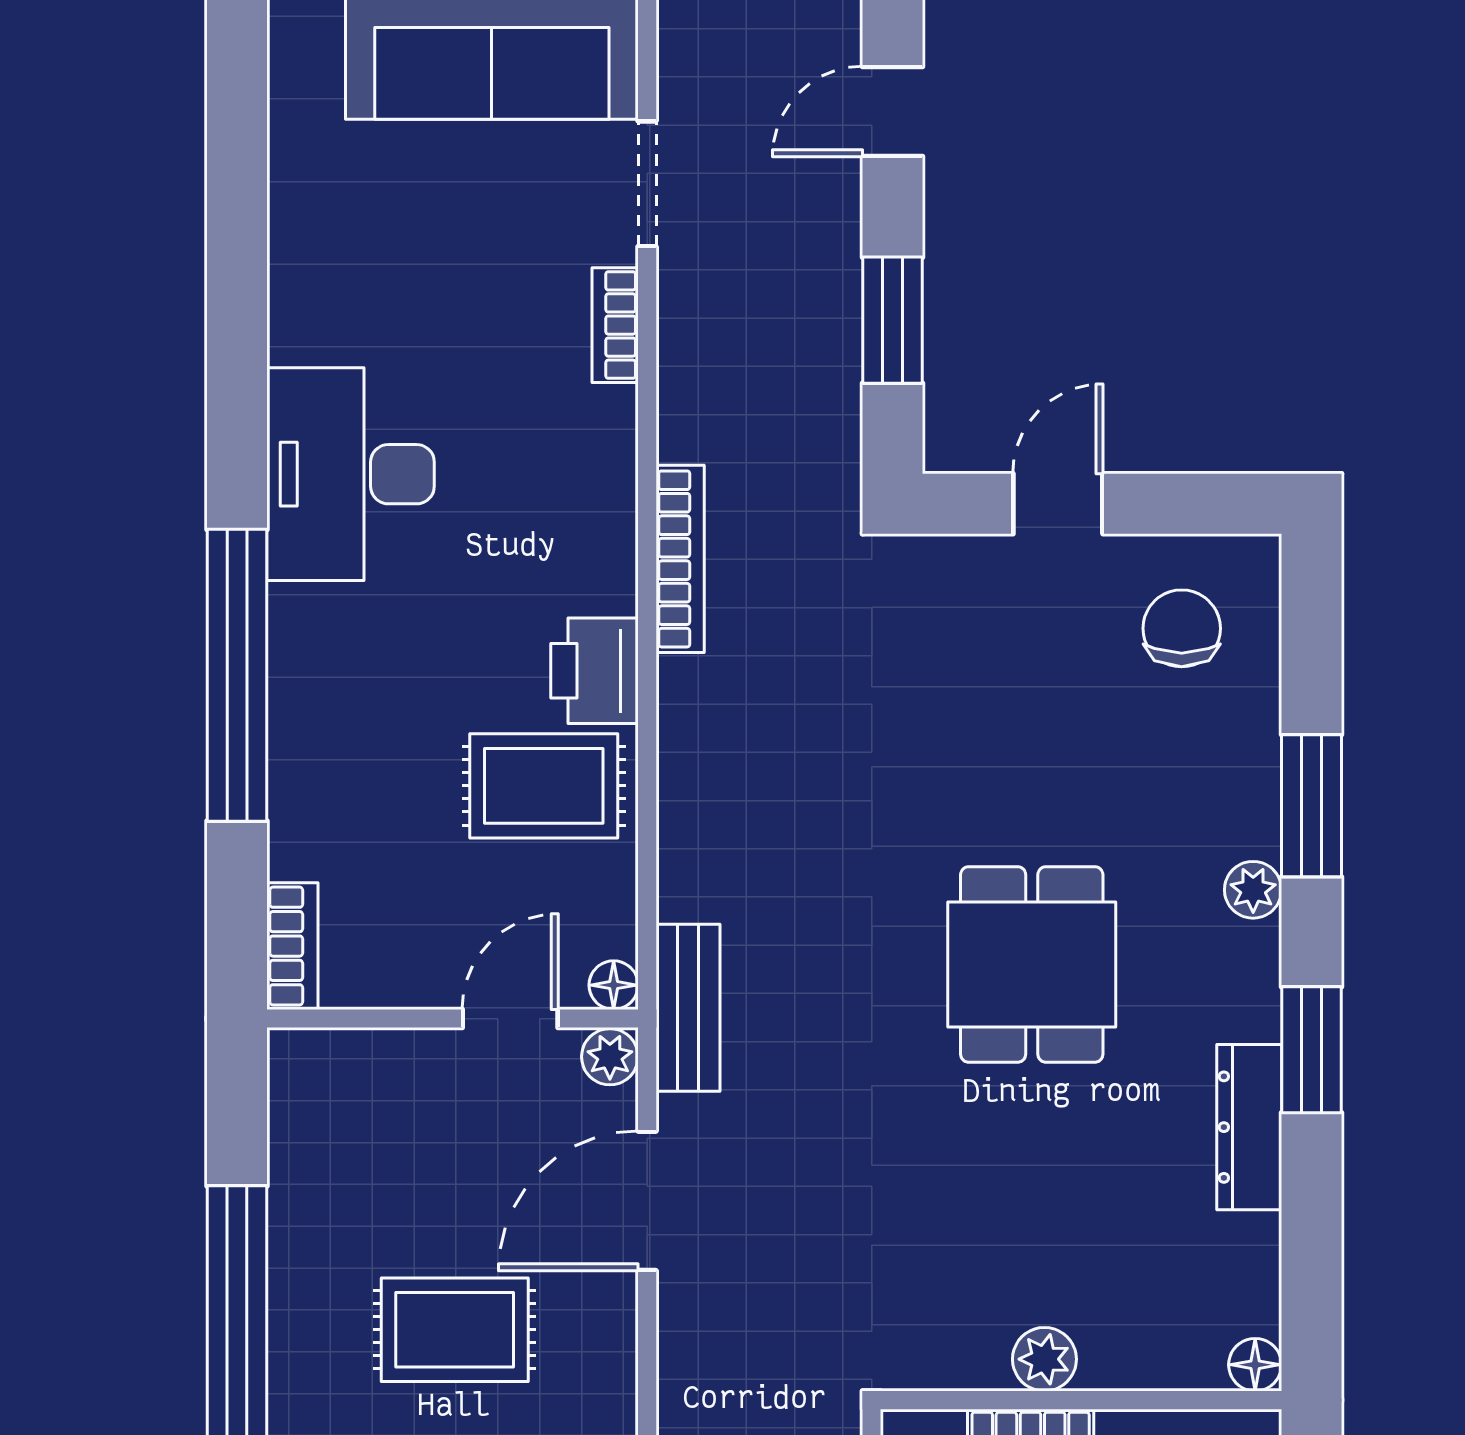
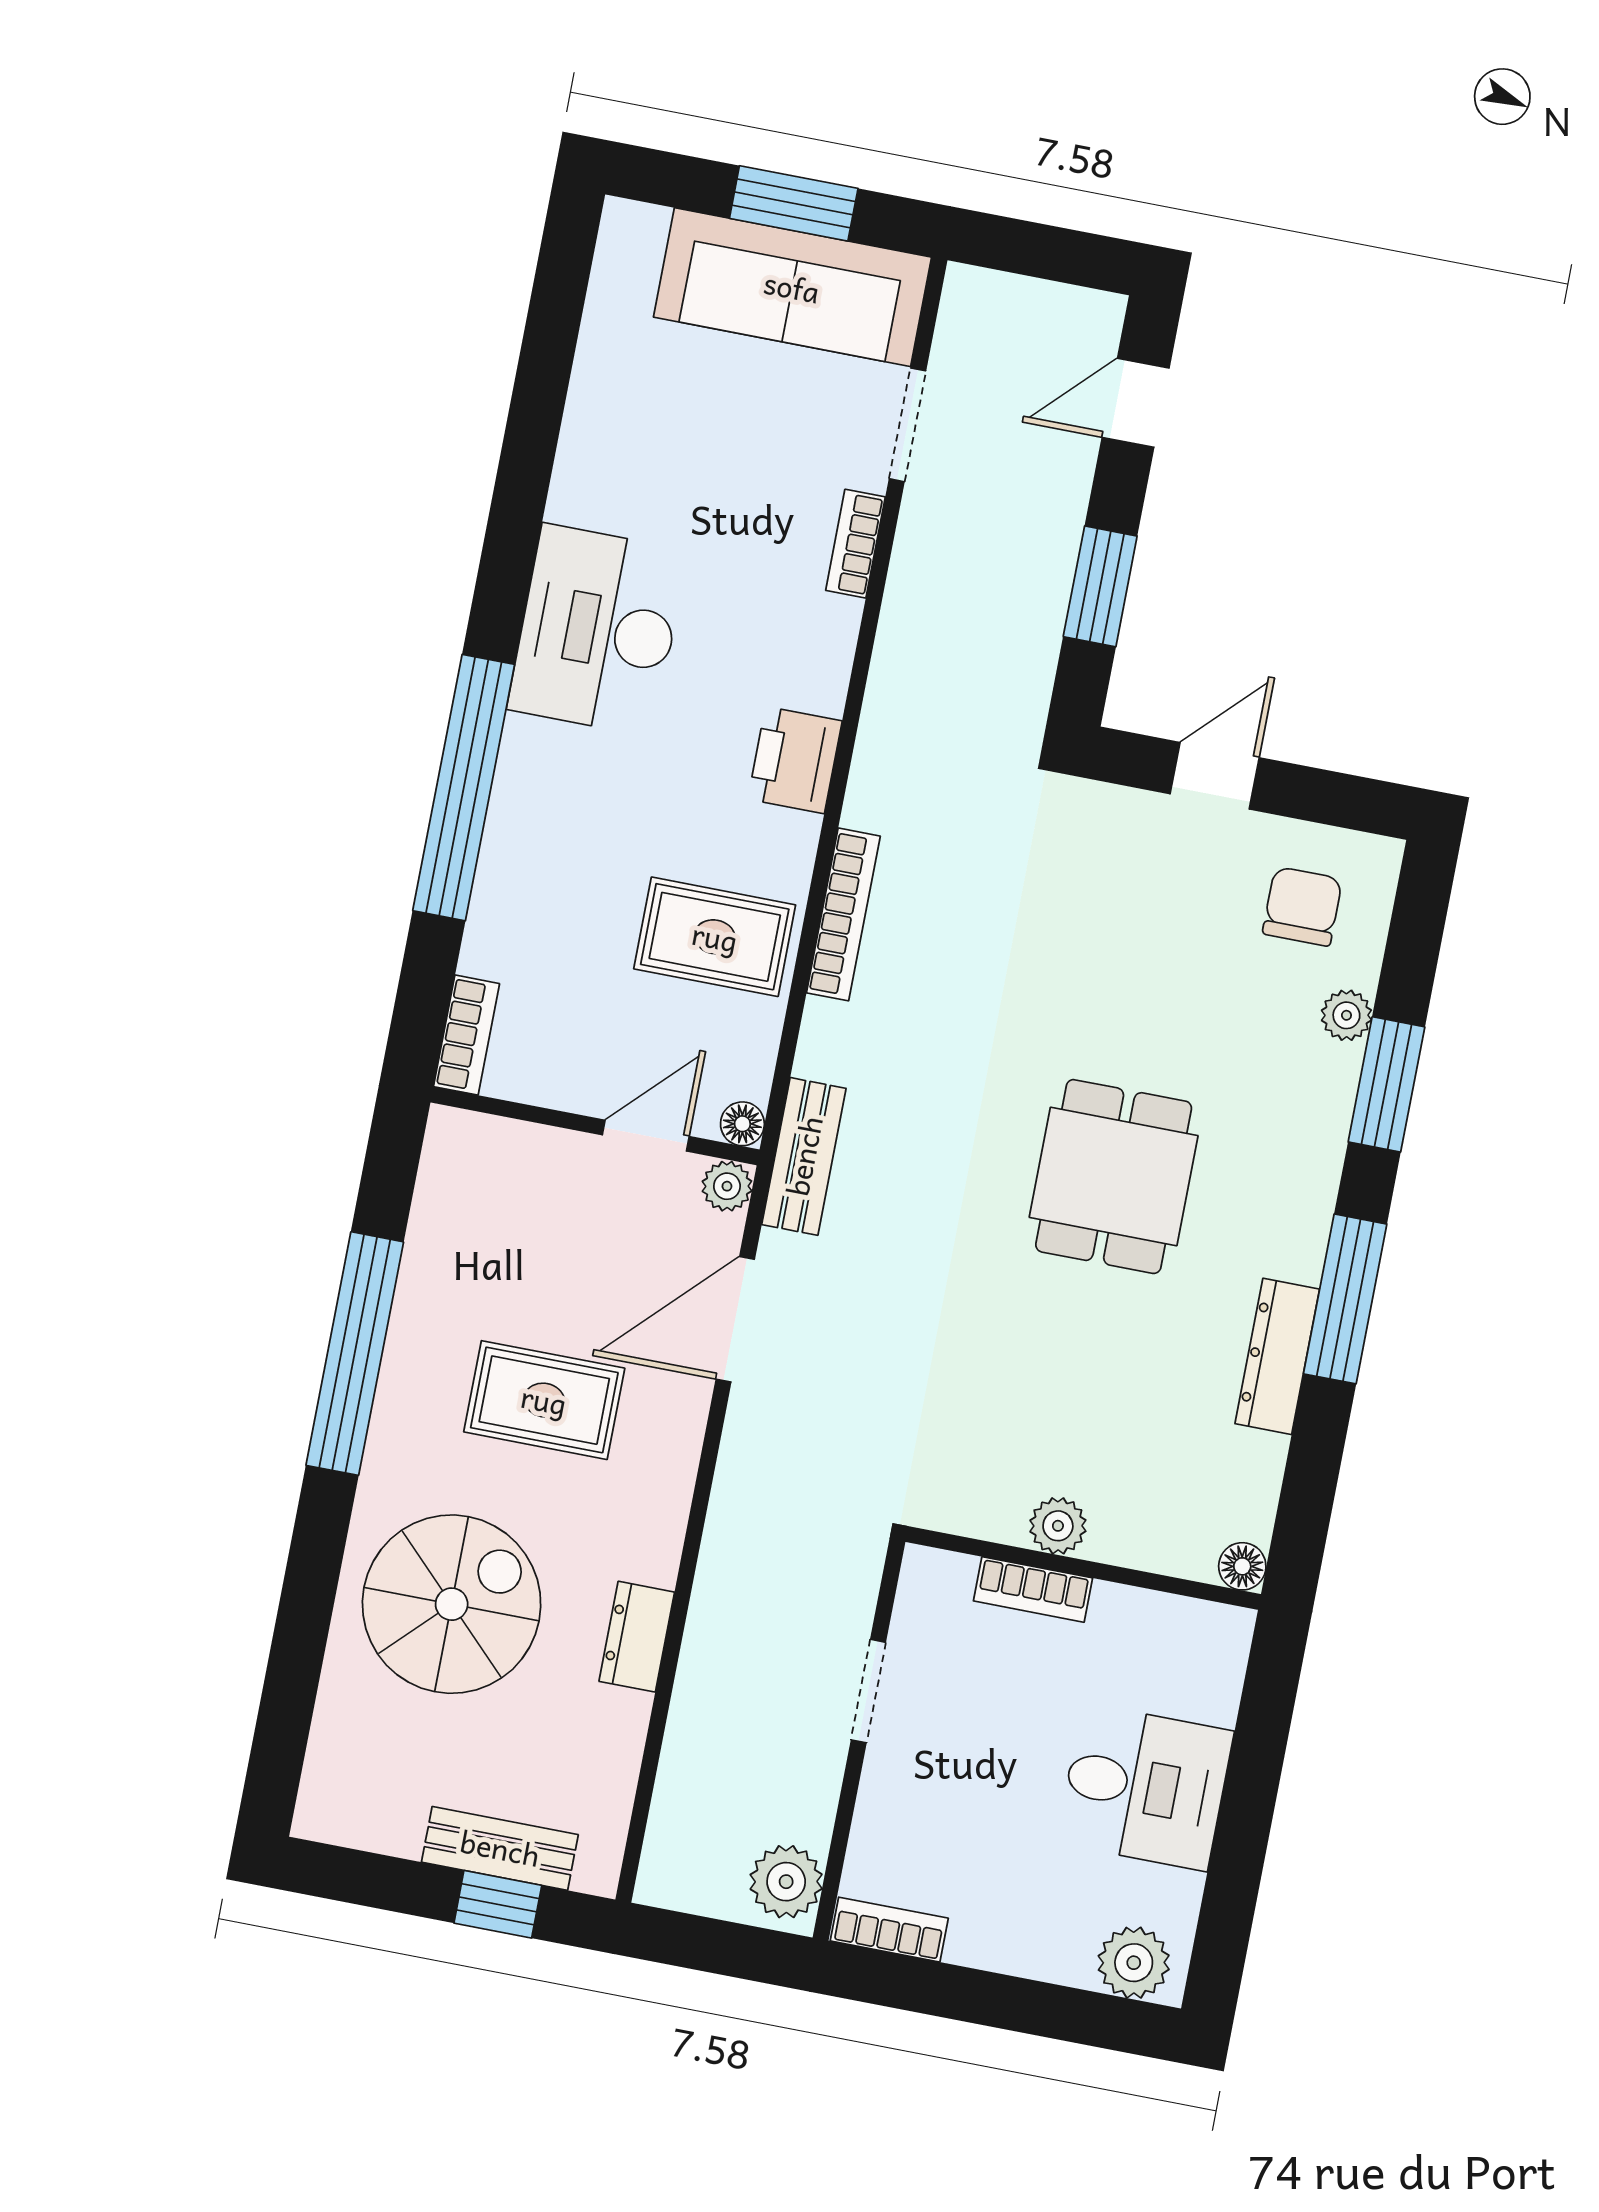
bookcase: (680, 559) -> (843, 914), moved
printer: (594, 671) -> (795, 760), moved
plant: (1253, 890) -> (1346, 1015), moved
window: (1311, 1050) -> (1345, 1299), width x1.44

